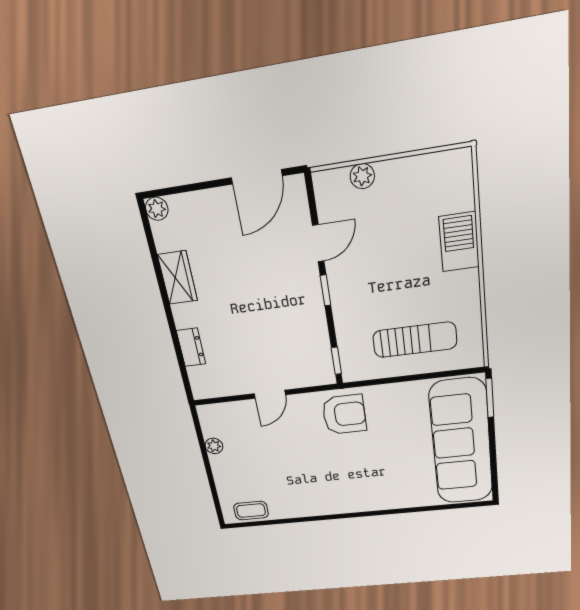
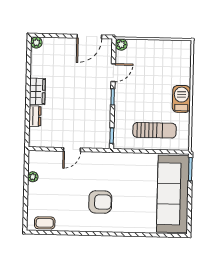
plant: (362, 176) -> (121, 45), moved
barbecue: (459, 242) -> (181, 99), moved
wardrobe: (177, 278) -> (37, 91), moved
armchair: (344, 414) -> (100, 202), moved

